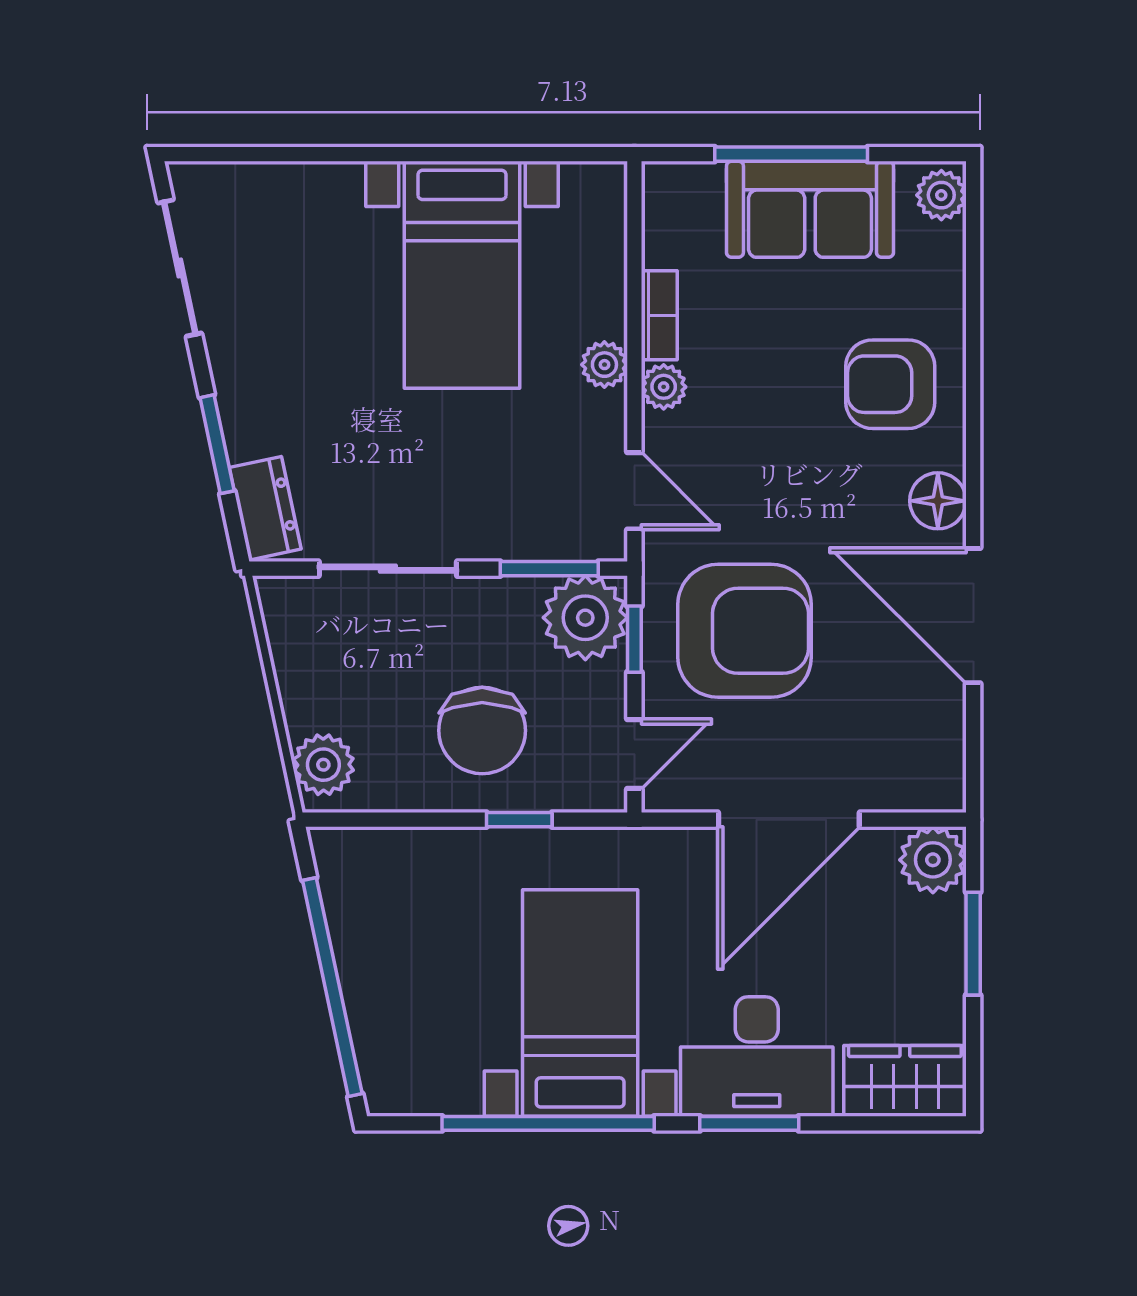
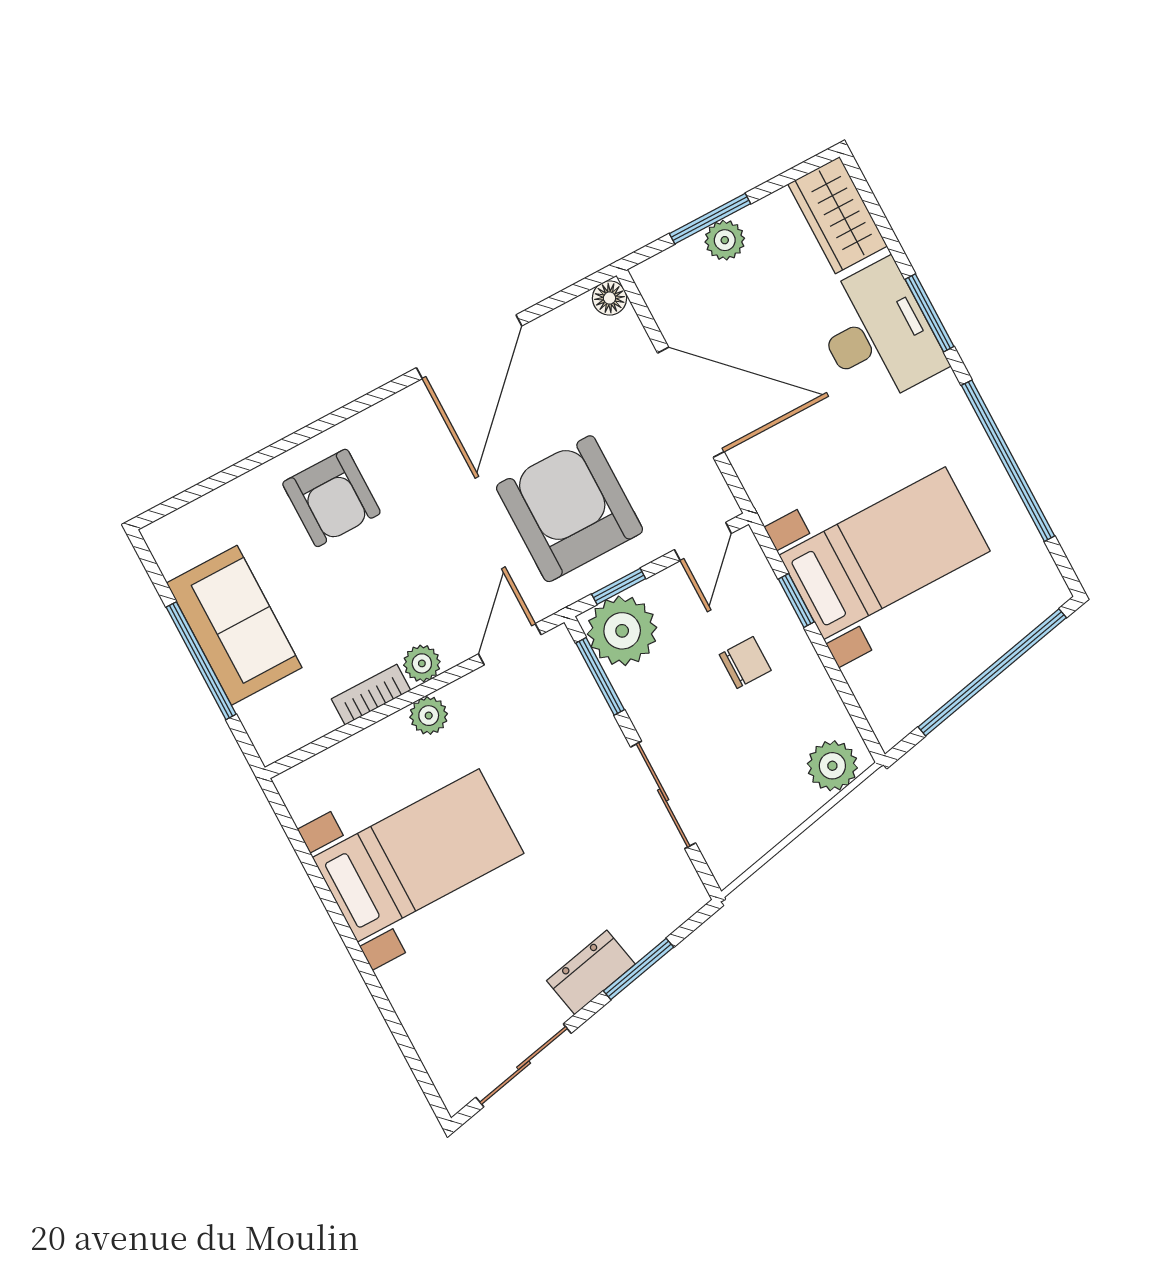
plant: (941, 195) -> (173, 534), removed
floor lamp: (938, 501) -> (610, 298), moved, width x0.73, depth x0.73
dresser: (265, 508) -> (591, 972), moved
chair: (482, 730) -> (745, 663), width x0.54, depth x0.54
door: (634, 754) -> (703, 542), swing flipped
plant: (933, 860) -> (725, 240), moved, width x0.73, depth x0.73
bed with nightstands: (580, 1003) -> (885, 553), moved, turned 180

